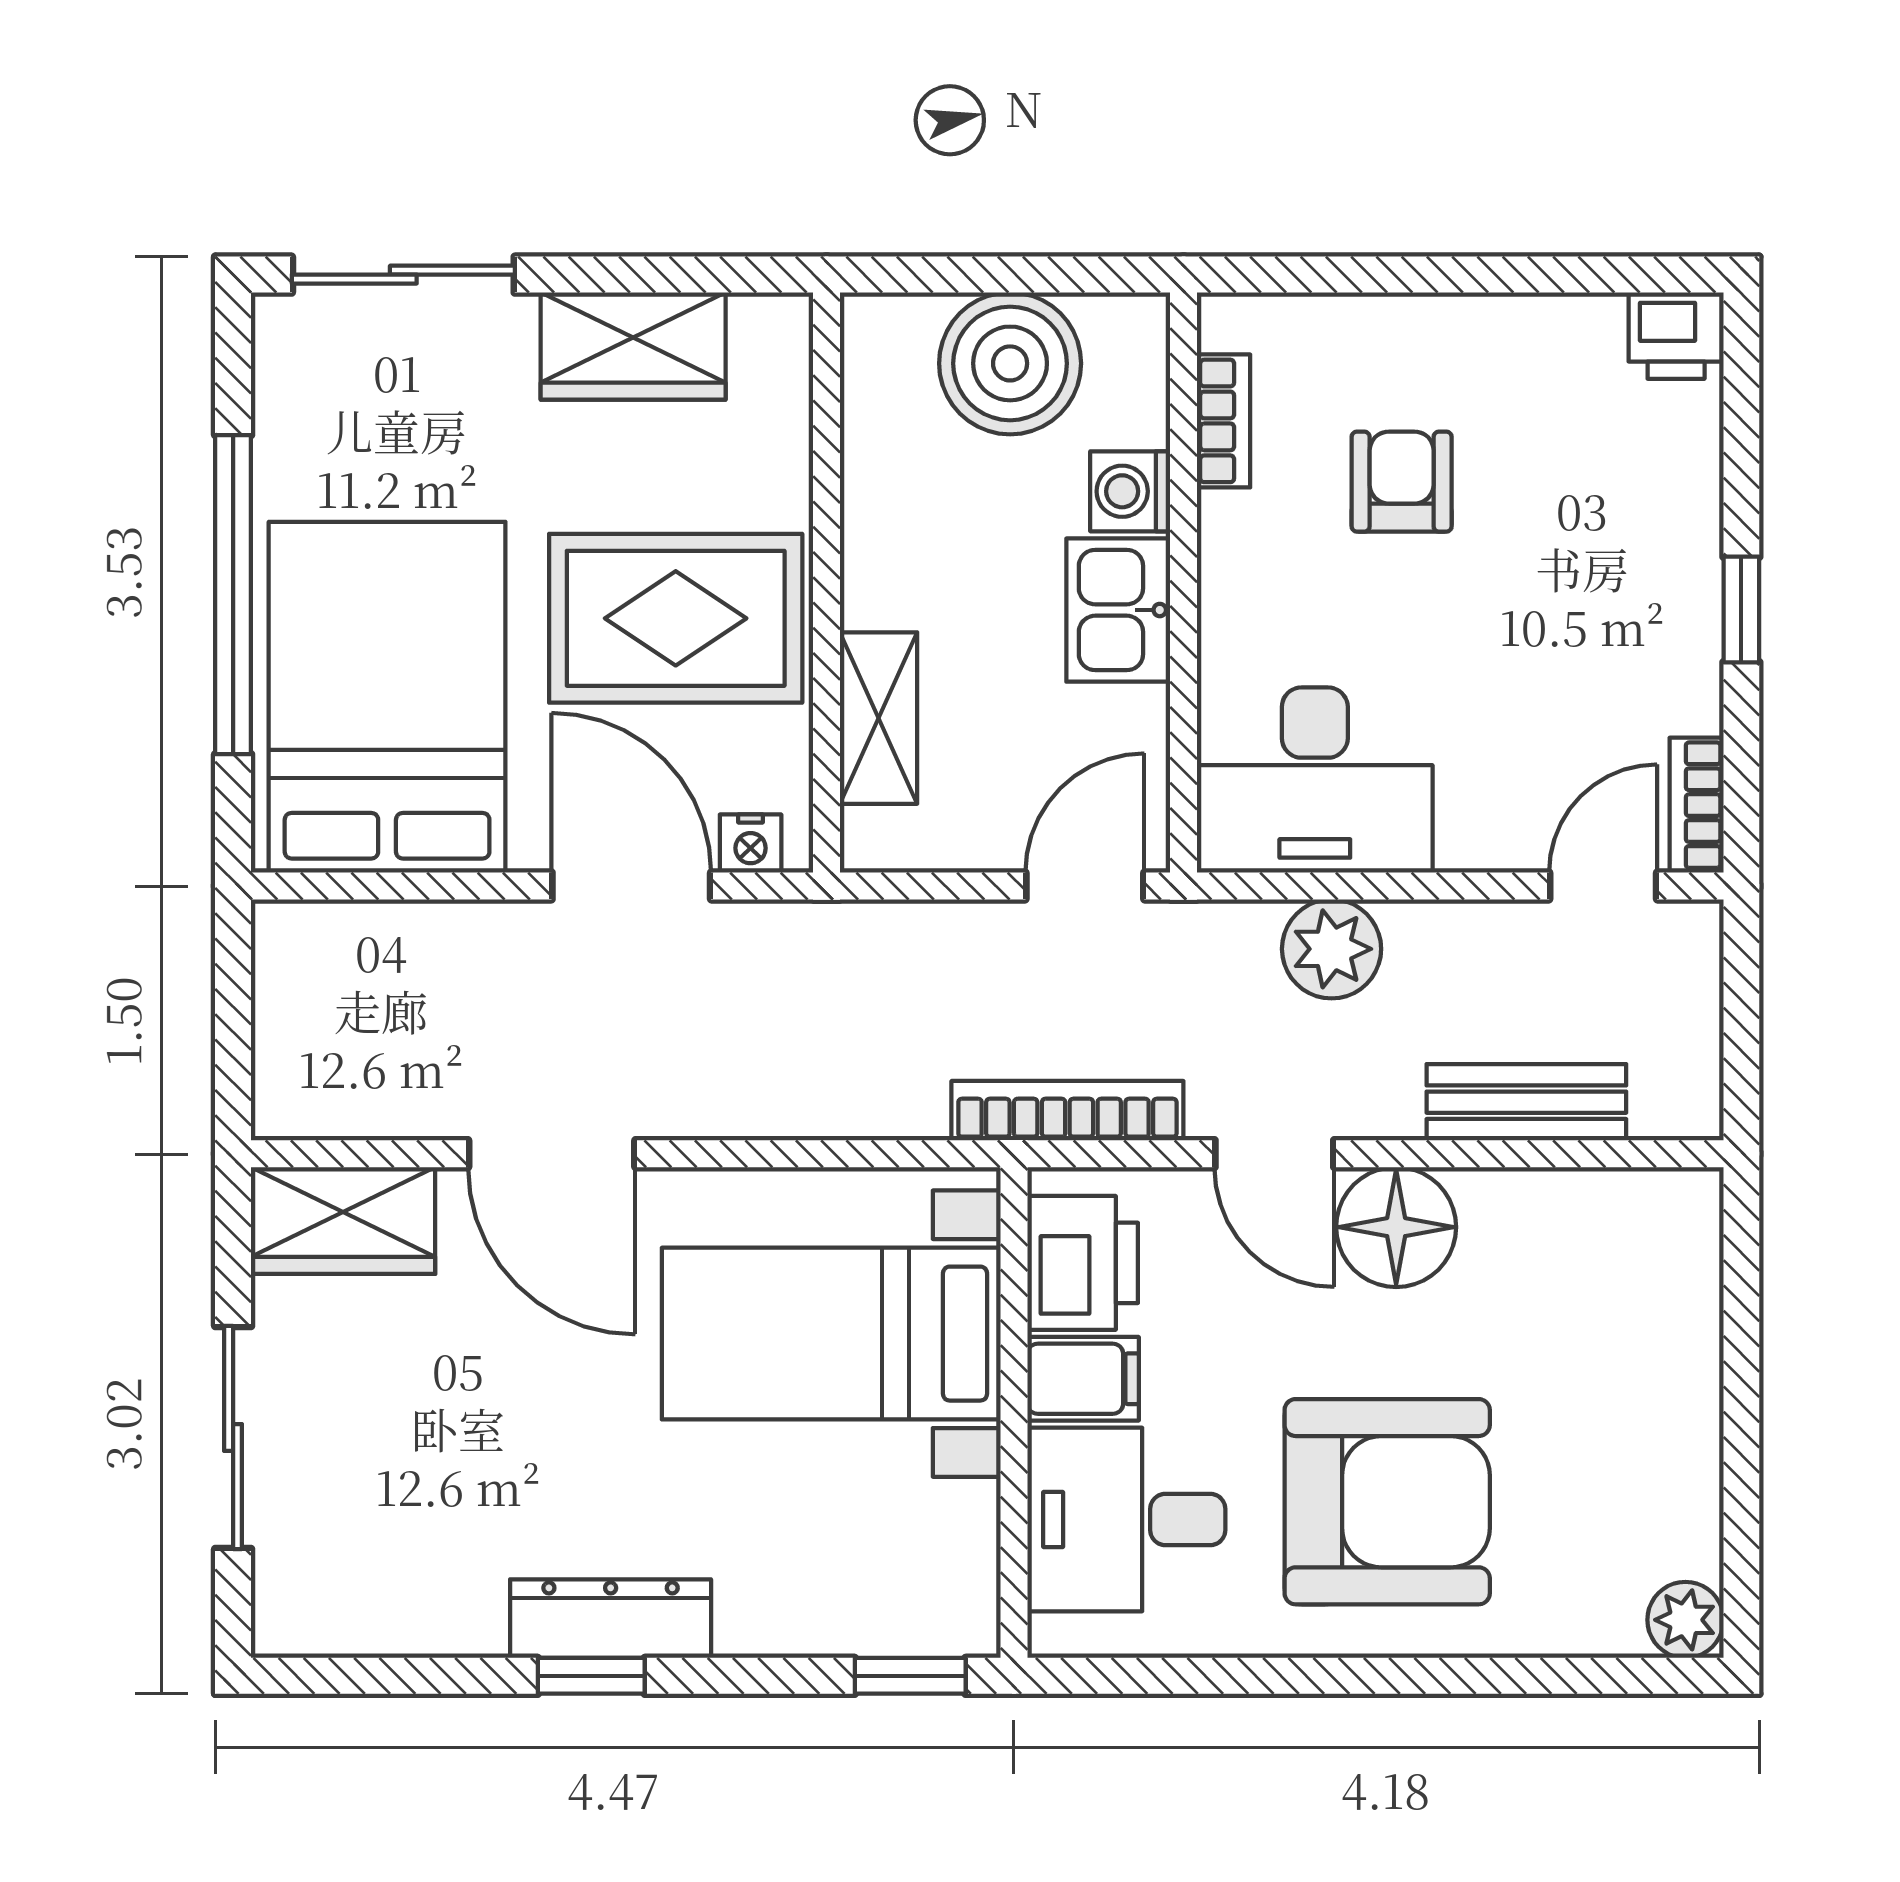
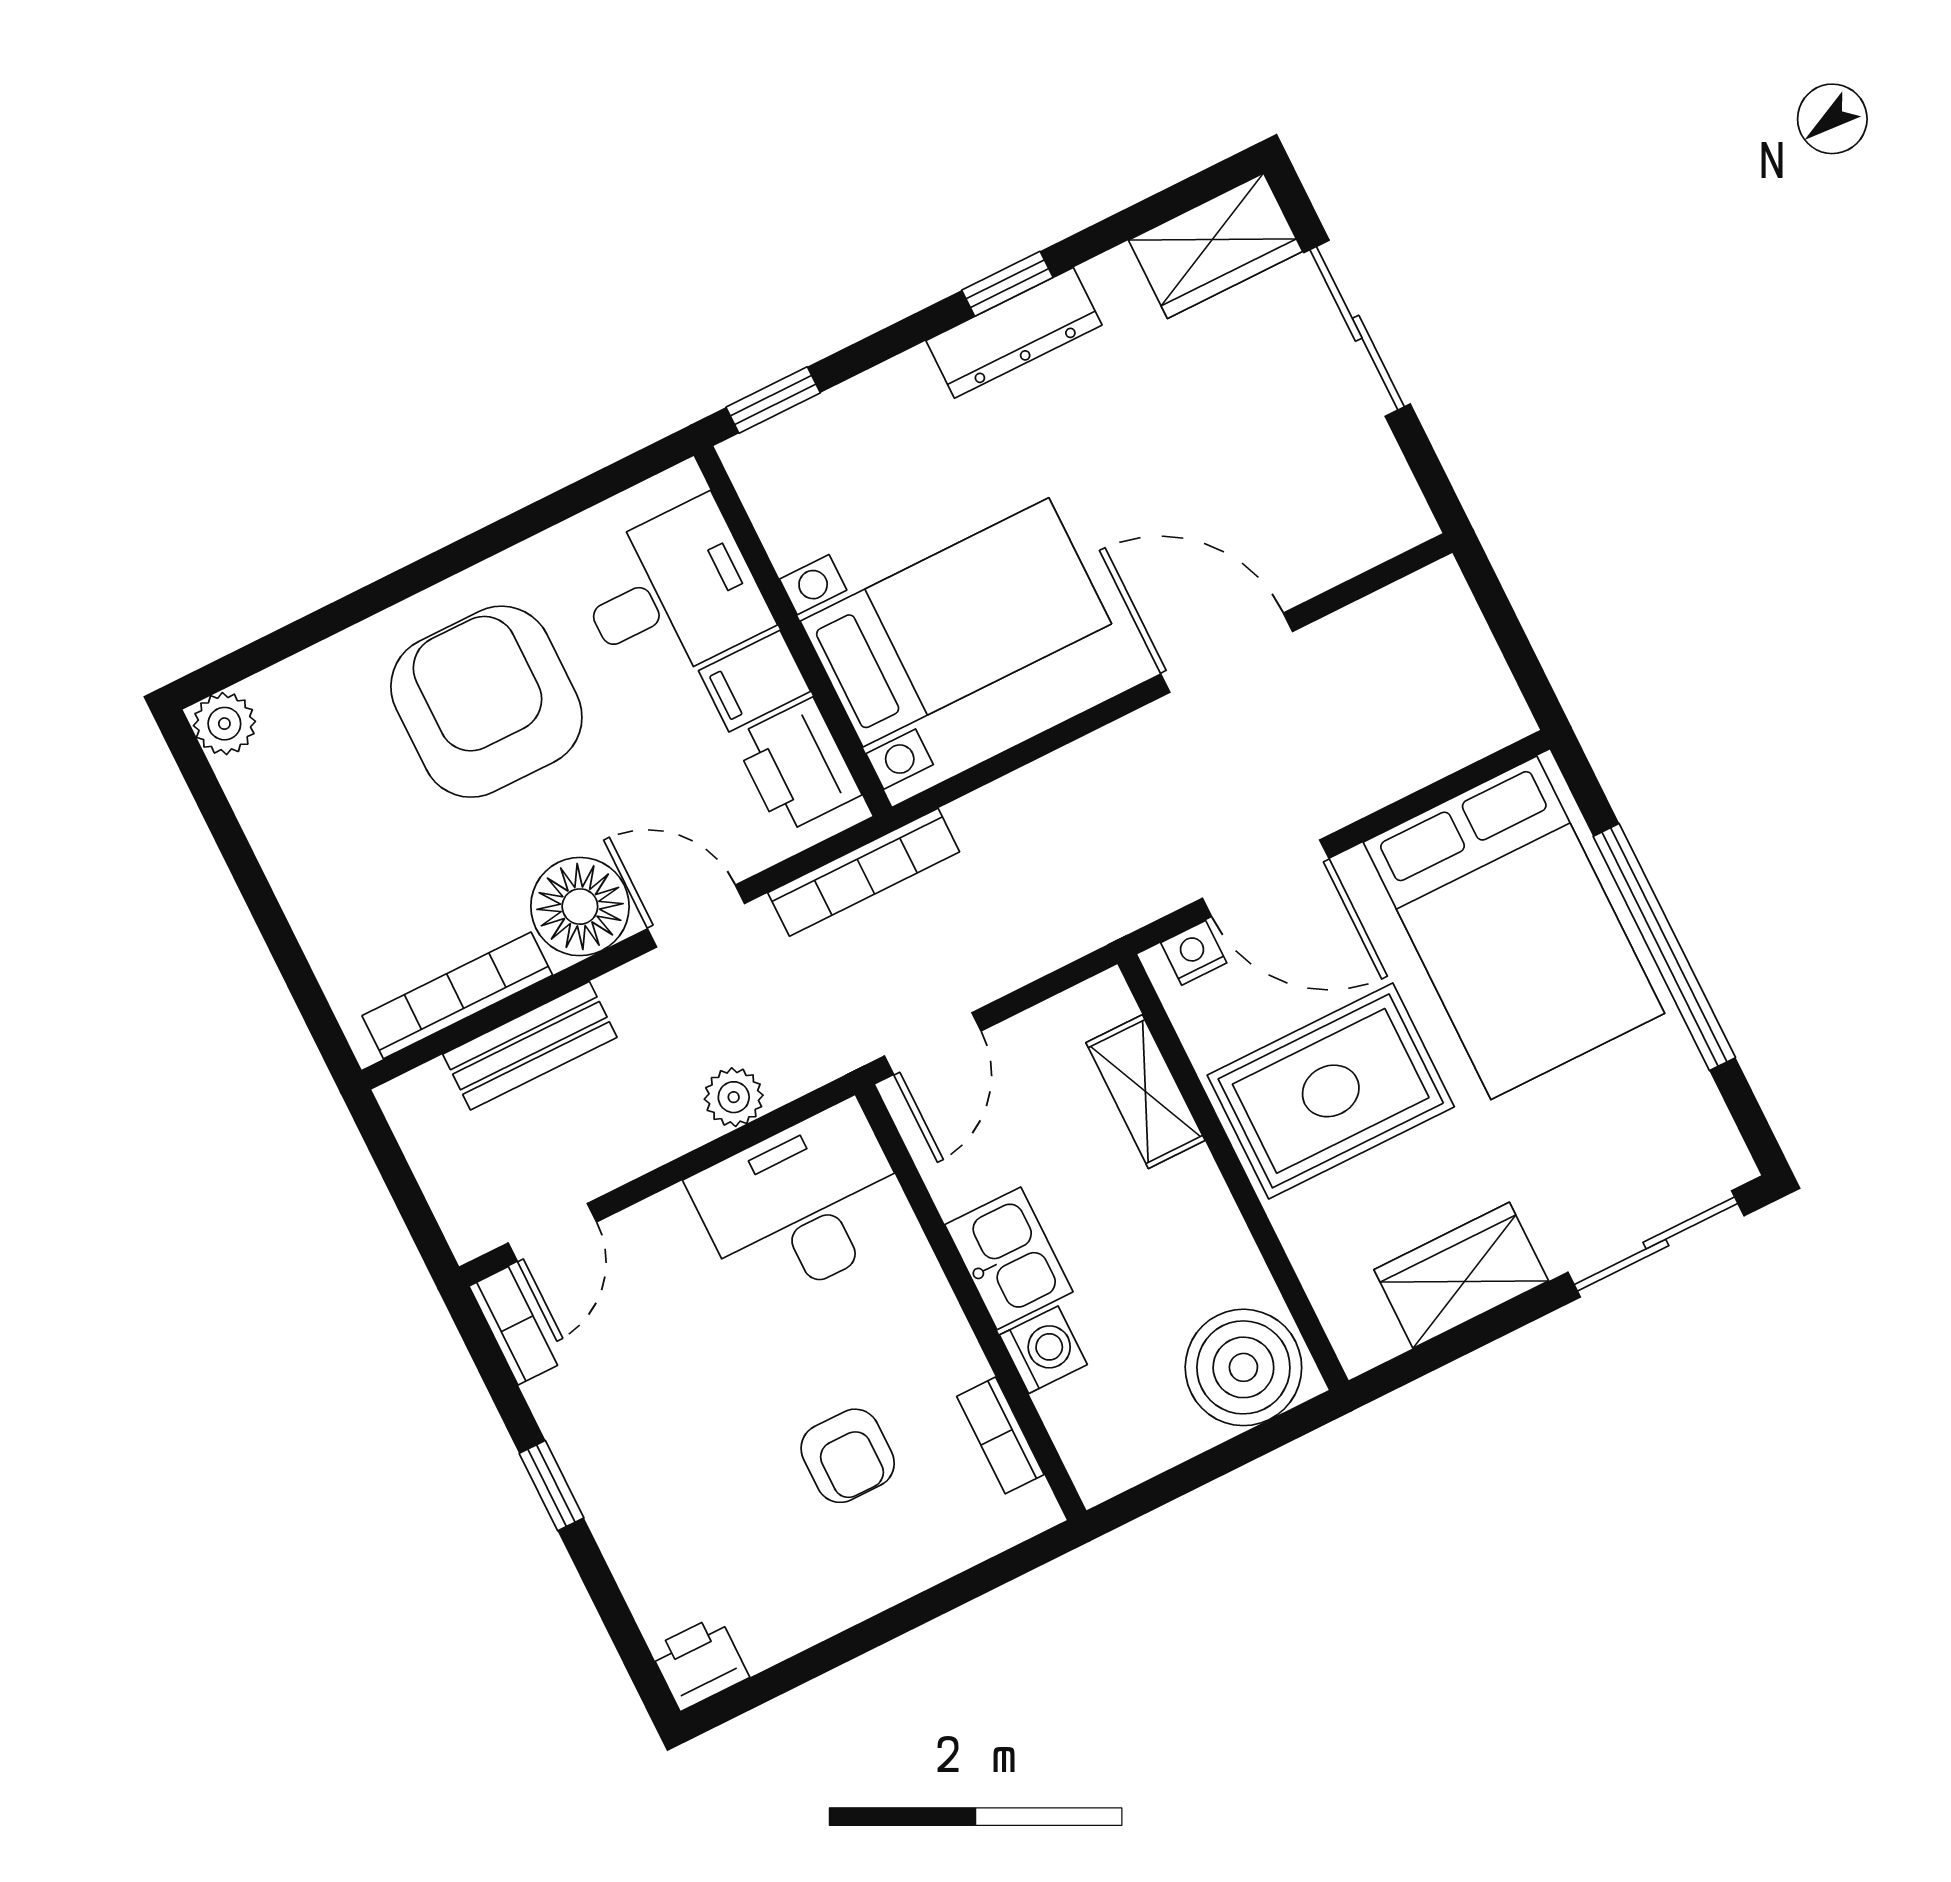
boiler: (1010, 363) -> (1243, 1367), moved
plant: (1332, 949) -> (734, 1097), width x0.73, depth x0.73
bookcase: (1578, 1197) -> (457, 995), added
wardrobe: (343, 1221) -> (1216, 246), moved, turned 180
armchair: (1387, 1502) -> (486, 702), turned 90

